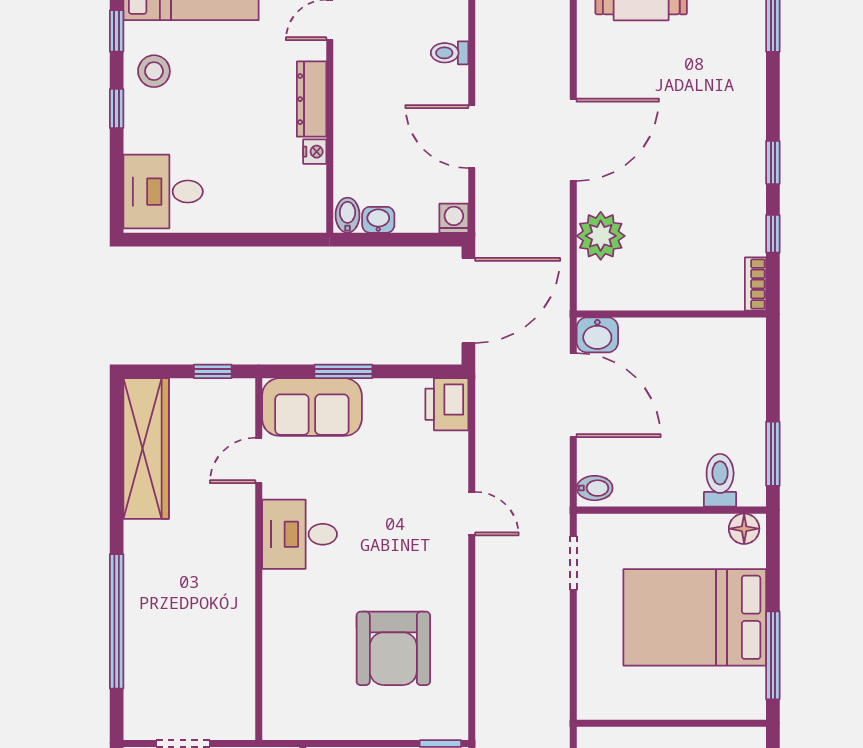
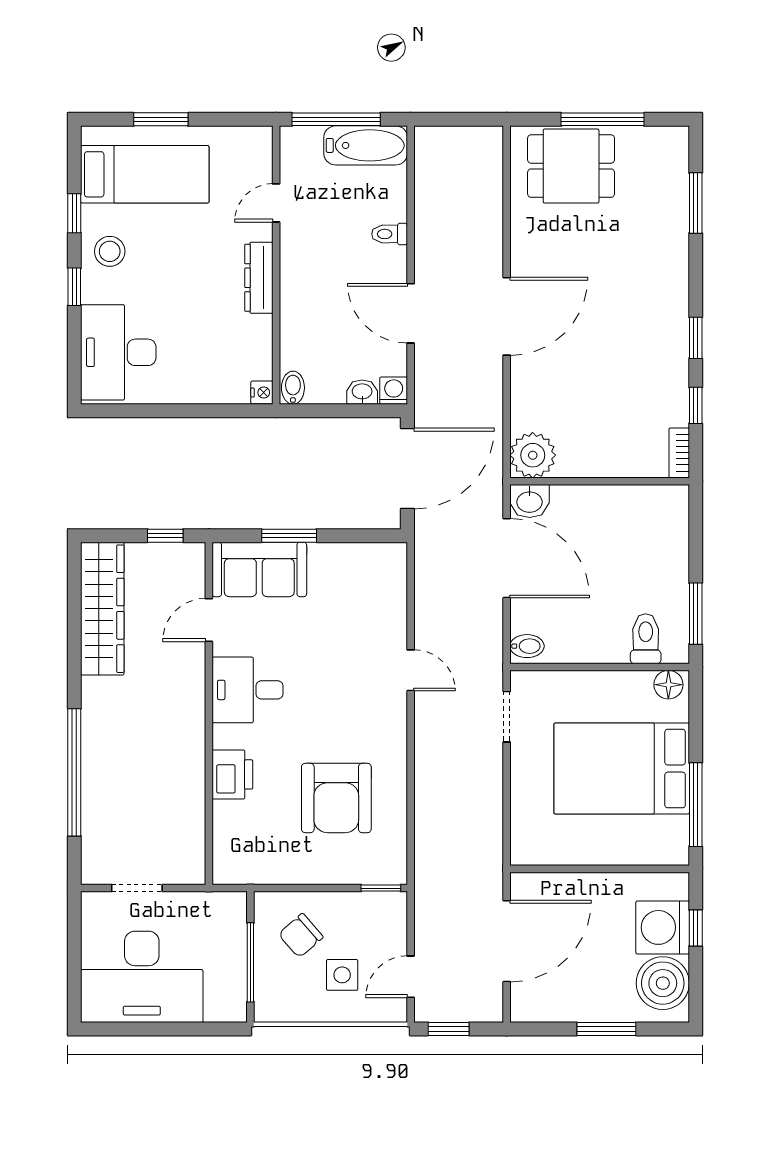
nightstand: (315, 152) -> (262, 393), moved
desk: (163, 192) -> (118, 352), width x1.37
washbasin: (378, 220) -> (362, 392), moved
plant: (601, 236) -> (533, 455), moved
printer: (447, 404) -> (232, 774), moved, turned 180

